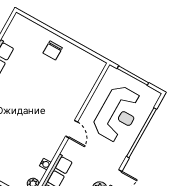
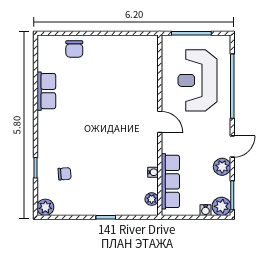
chair: (53, 50) -> (74, 49), moved
reception desk: (118, 114) -> (198, 80), turned 180

